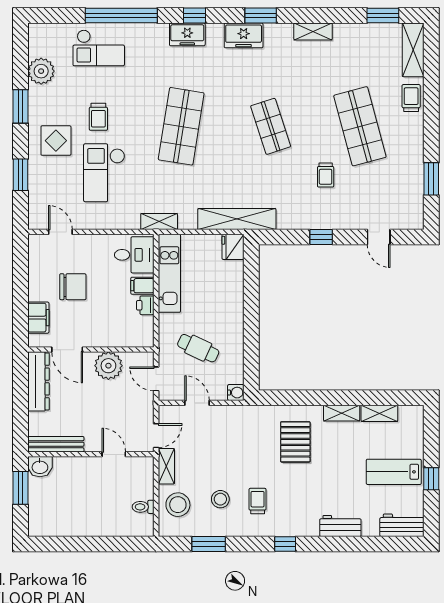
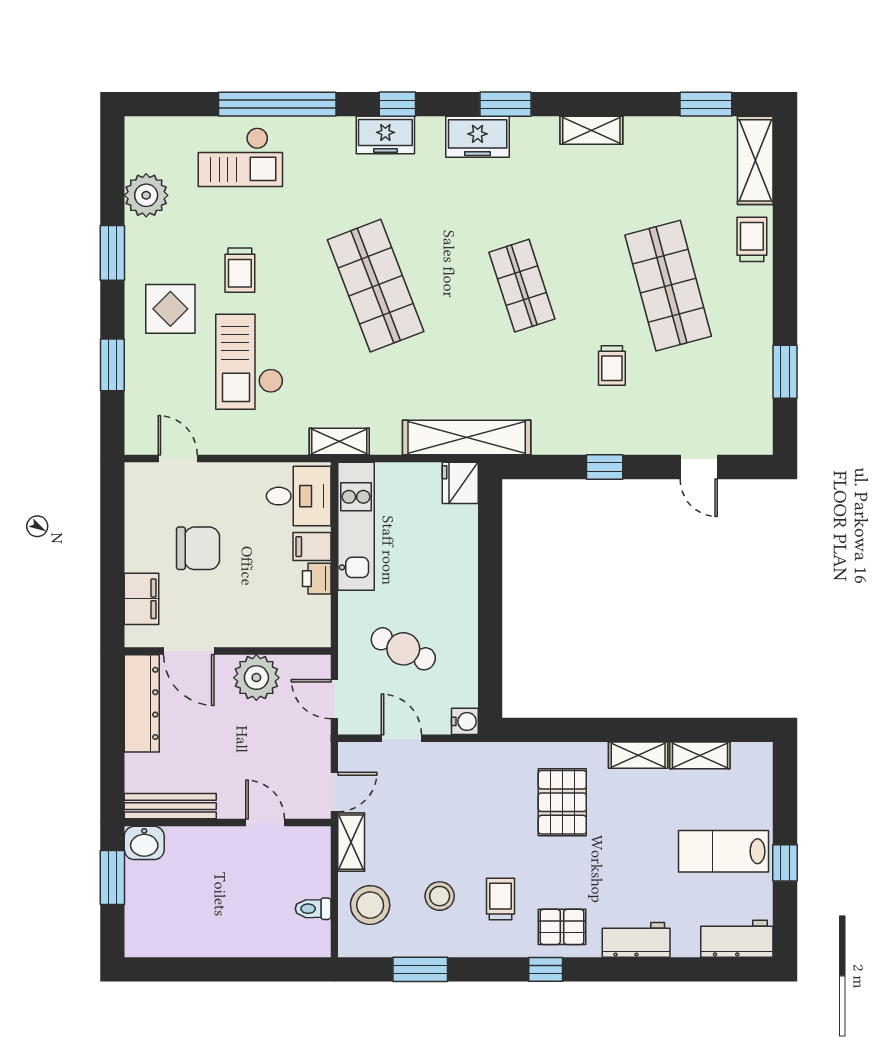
shop shelf: (181, 126) -> (376, 286), turned -30
pallet: (295, 518) -> (562, 927), added

